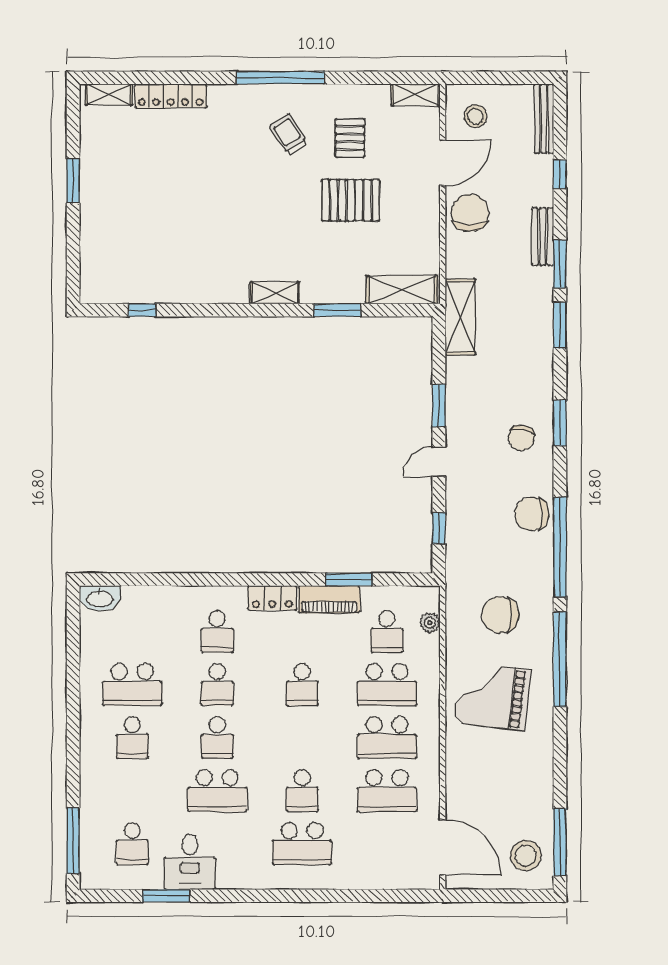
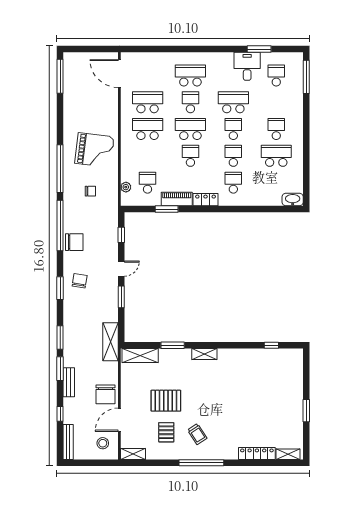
chair: (500, 615) -> (90, 191), width x0.54, depth x0.54
school desk: (387, 685) -> (190, 129), moved
stool: (526, 856) -> (77, 69), removed

